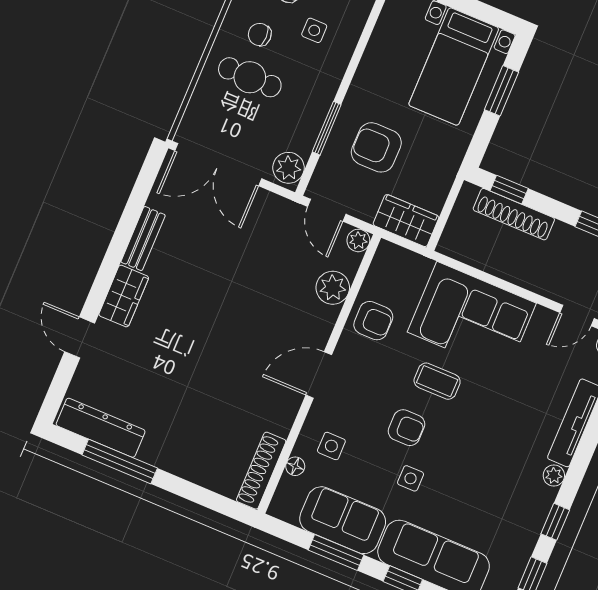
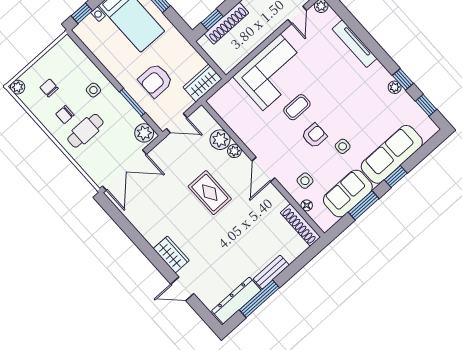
side table: (314, 30) -> (93, 90), moved
bench: (143, 239) -> (271, 272), moved, turned 90
plant: (358, 240) -> (234, 151), moved
rug: (245, 310) -> (210, 193), added
armchair: (373, 321) -> (248, 126), removed
plant: (554, 476) -> (395, 87), moved

